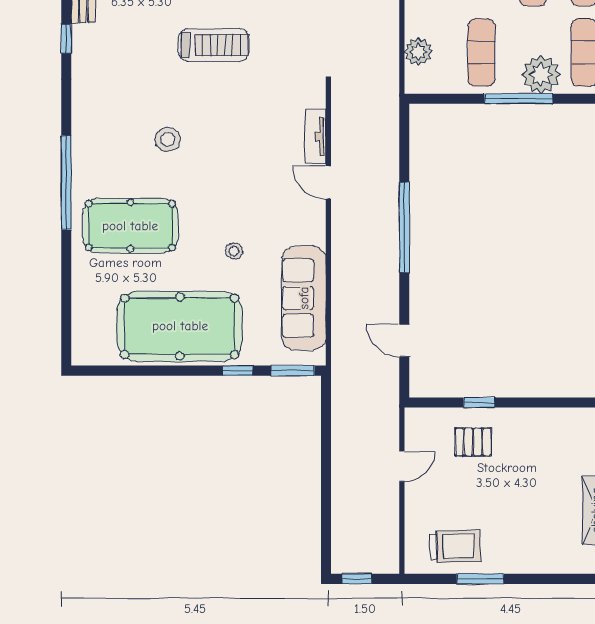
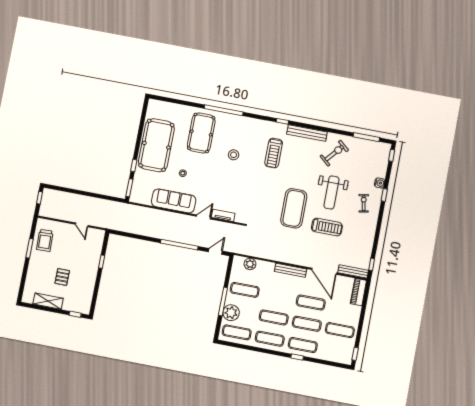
treadmill: (214, 45) -> (274, 153), moved
sofa: (304, 298) -> (174, 201), moved
door: (404, 341) -> (215, 251), moved
pallet: (473, 442) -> (62, 277), moved

